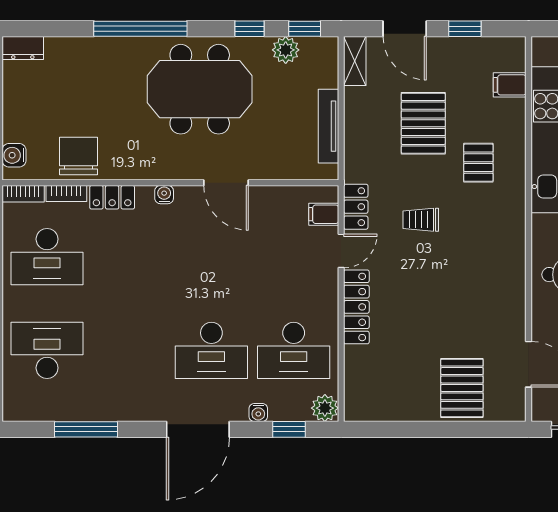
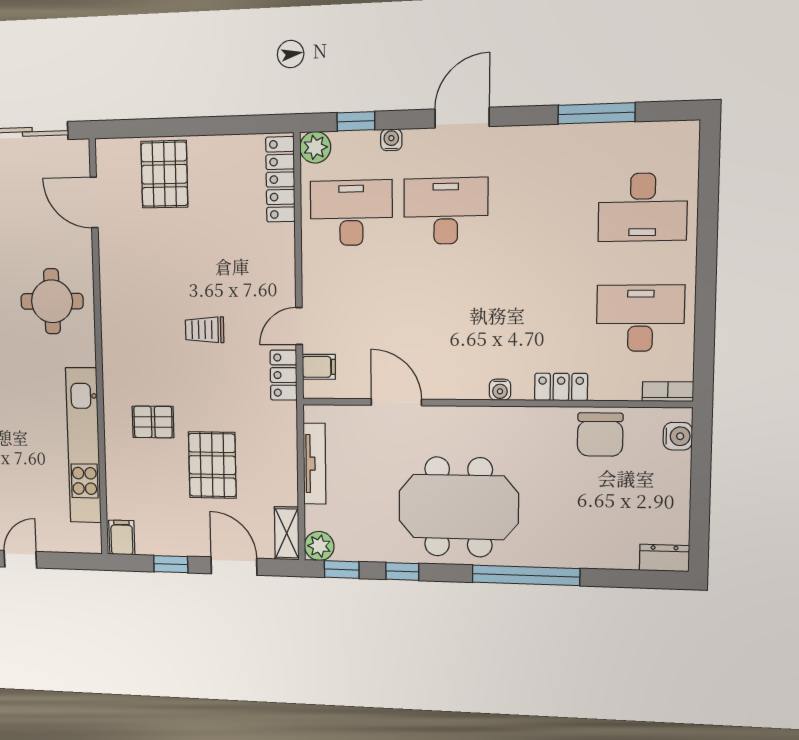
plant: (286, 50) -> (319, 546), moved
filing cabinet: (510, 85) -> (122, 538), moved, turned -90
pallet: (478, 163) -> (153, 422), turned 90
door: (226, 183) -> (396, 402), moved
bookcase: (66, 193) -> (616, 392), removed
trolley: (421, 220) -> (205, 330), moved, turned 180
locker: (356, 307) -> (280, 179), moved
door: (198, 429) -> (462, 118), width x0.73

